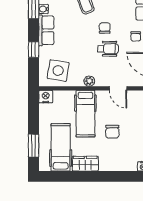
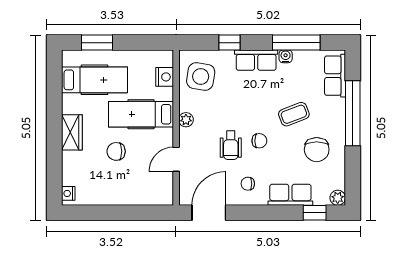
nightstand: (46, 97) -> (165, 77), moved
wardrobe: (85, 164) -> (72, 132), moved

